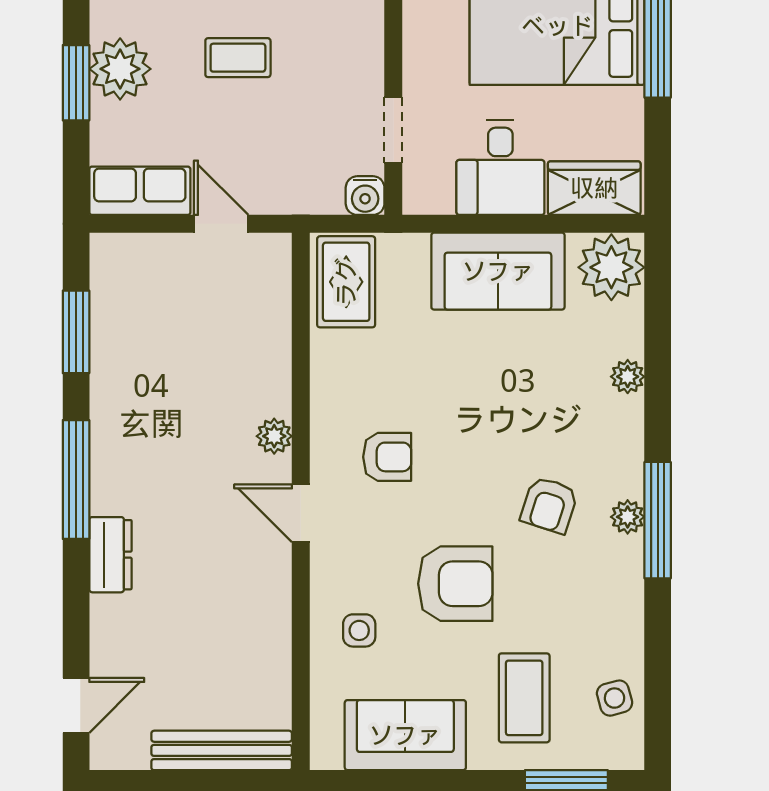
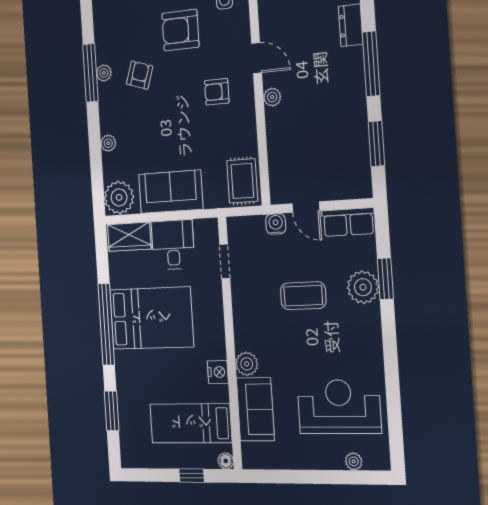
coffee table: (238, 58) -> (303, 296), width x1.36, depth x1.30
water cooler: (365, 196) -> (276, 224), moved

